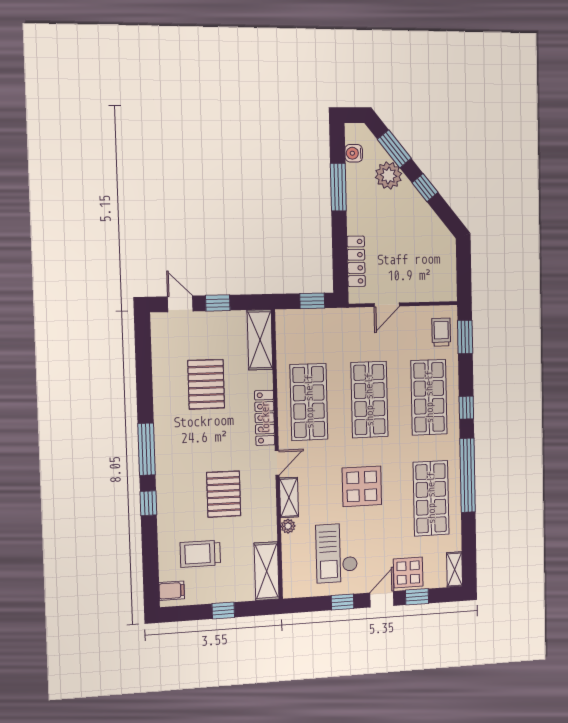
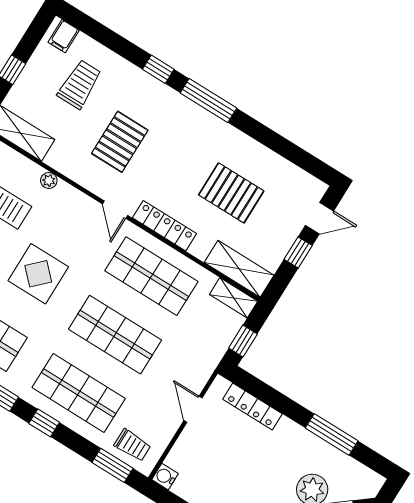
water cooler: (354, 153) -> (165, 477), moved, turned -90
pallet: (224, 494) -> (120, 142), turned 90
shelving: (289, 497) -> (234, 298), moved

